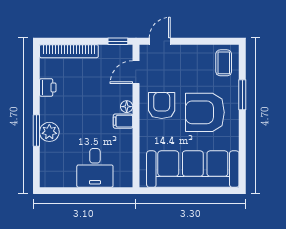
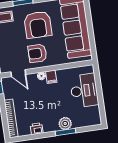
desk: (95, 168) -> (84, 91), width x1.37

